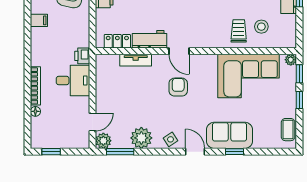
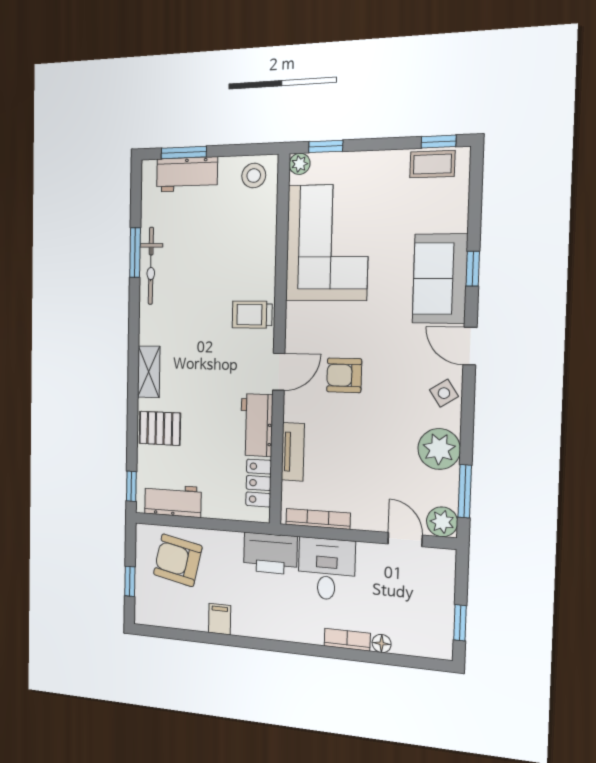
stool: (261, 27) -> (254, 176), moved
trolley: (239, 31) -> (252, 315), moved
printer: (82, 56) -> (270, 553), width x1.87, depth x1.48
bookcase: (100, 75) -> (318, 519), added
bookcase: (35, 86) -> (347, 640), width x0.64
window: (299, 100) -> (439, 142), moved
door: (195, 152) -> (470, 346), hinge flipped

